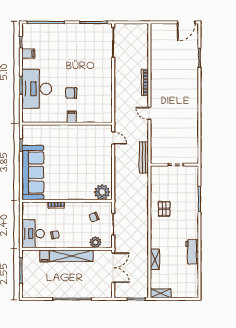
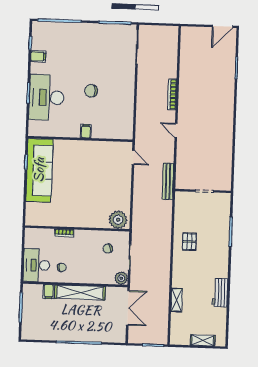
chair: (71, 93) -> (91, 91), moved
sofa: (33, 172) -> (39, 170), moved
plant: (95, 242) -> (121, 278), moved
shelving: (161, 293) -> (203, 340), moved

